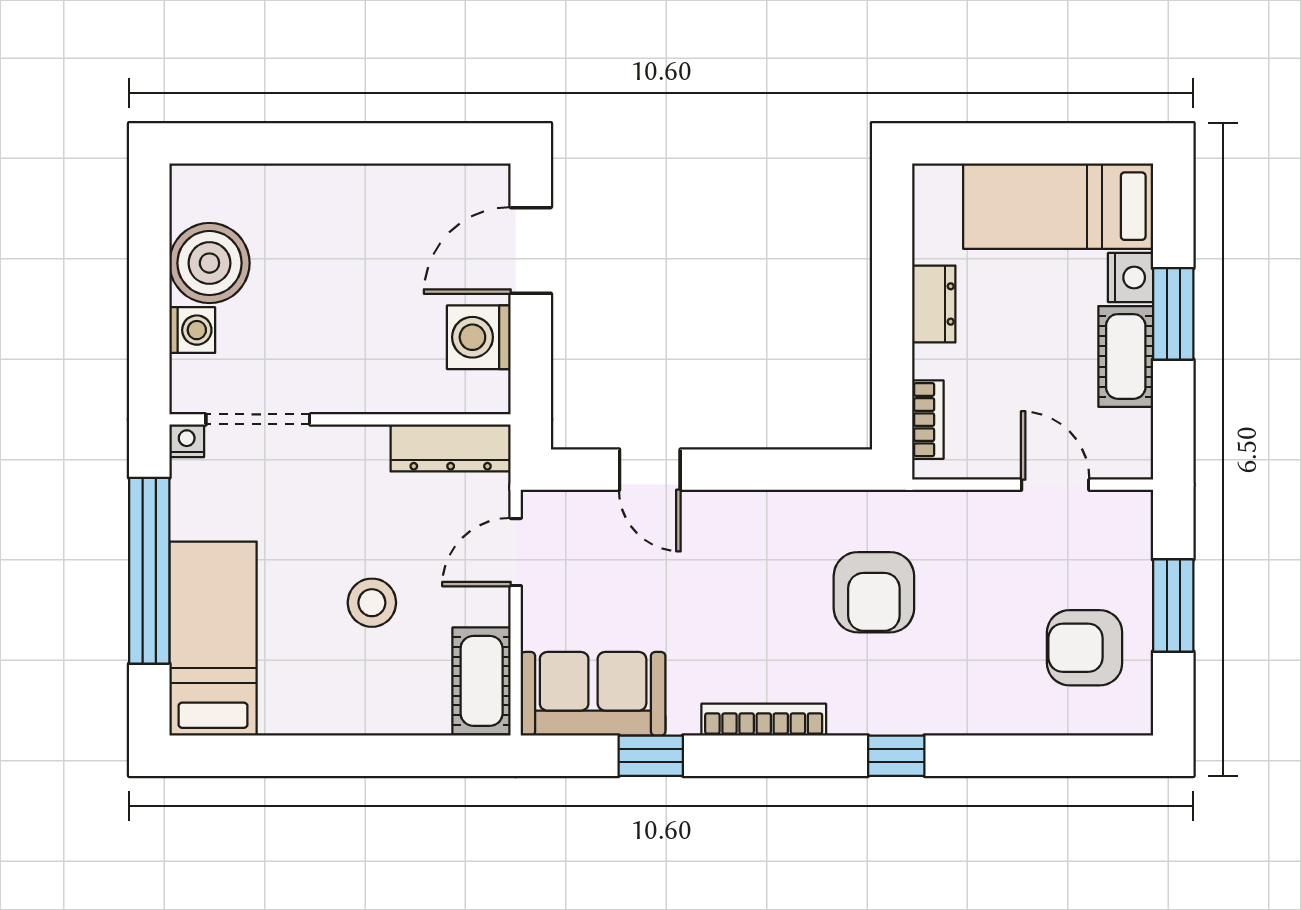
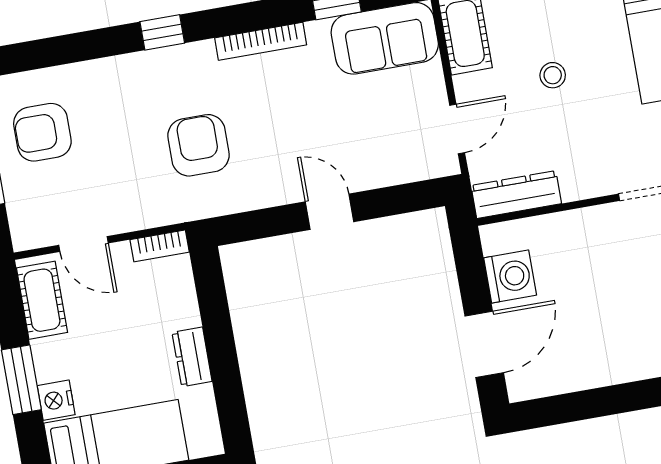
cot: (1126, 356) -> (42, 300), moved
bookcase: (928, 420) -> (160, 246), moved, turned -90
door: (650, 470) -> (330, 212), moved
stool: (372, 603) -> (553, 75), width x0.73, depth x0.73
armchair: (1085, 648) -> (42, 132), turned 180

